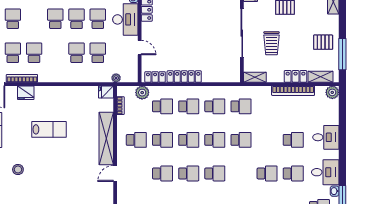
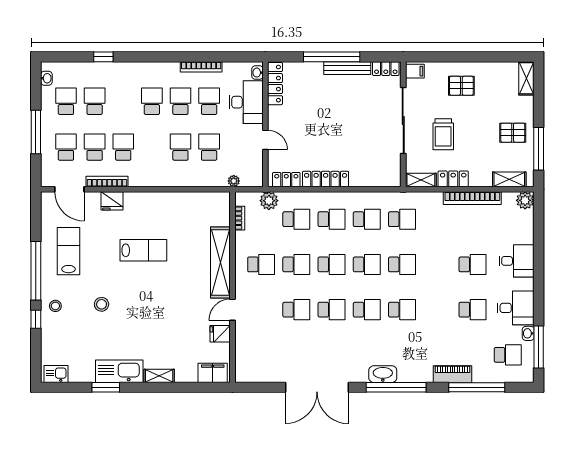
locker: (296, 76) -> (453, 179), moved
fridge: (106, 92) -> (220, 334), moved
school desk: (267, 173) -> (402, 310), moved

